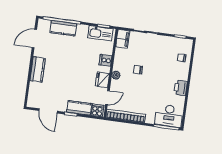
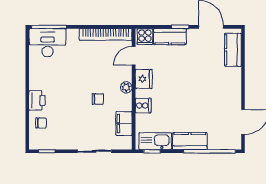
kitchen counter: (63, 28) -> (190, 141), moved
filing cabinet: (123, 39) -> (124, 124), moved
kitchen counter: (38, 69) -> (233, 50), moved
printer: (181, 88) -> (37, 101), moved

